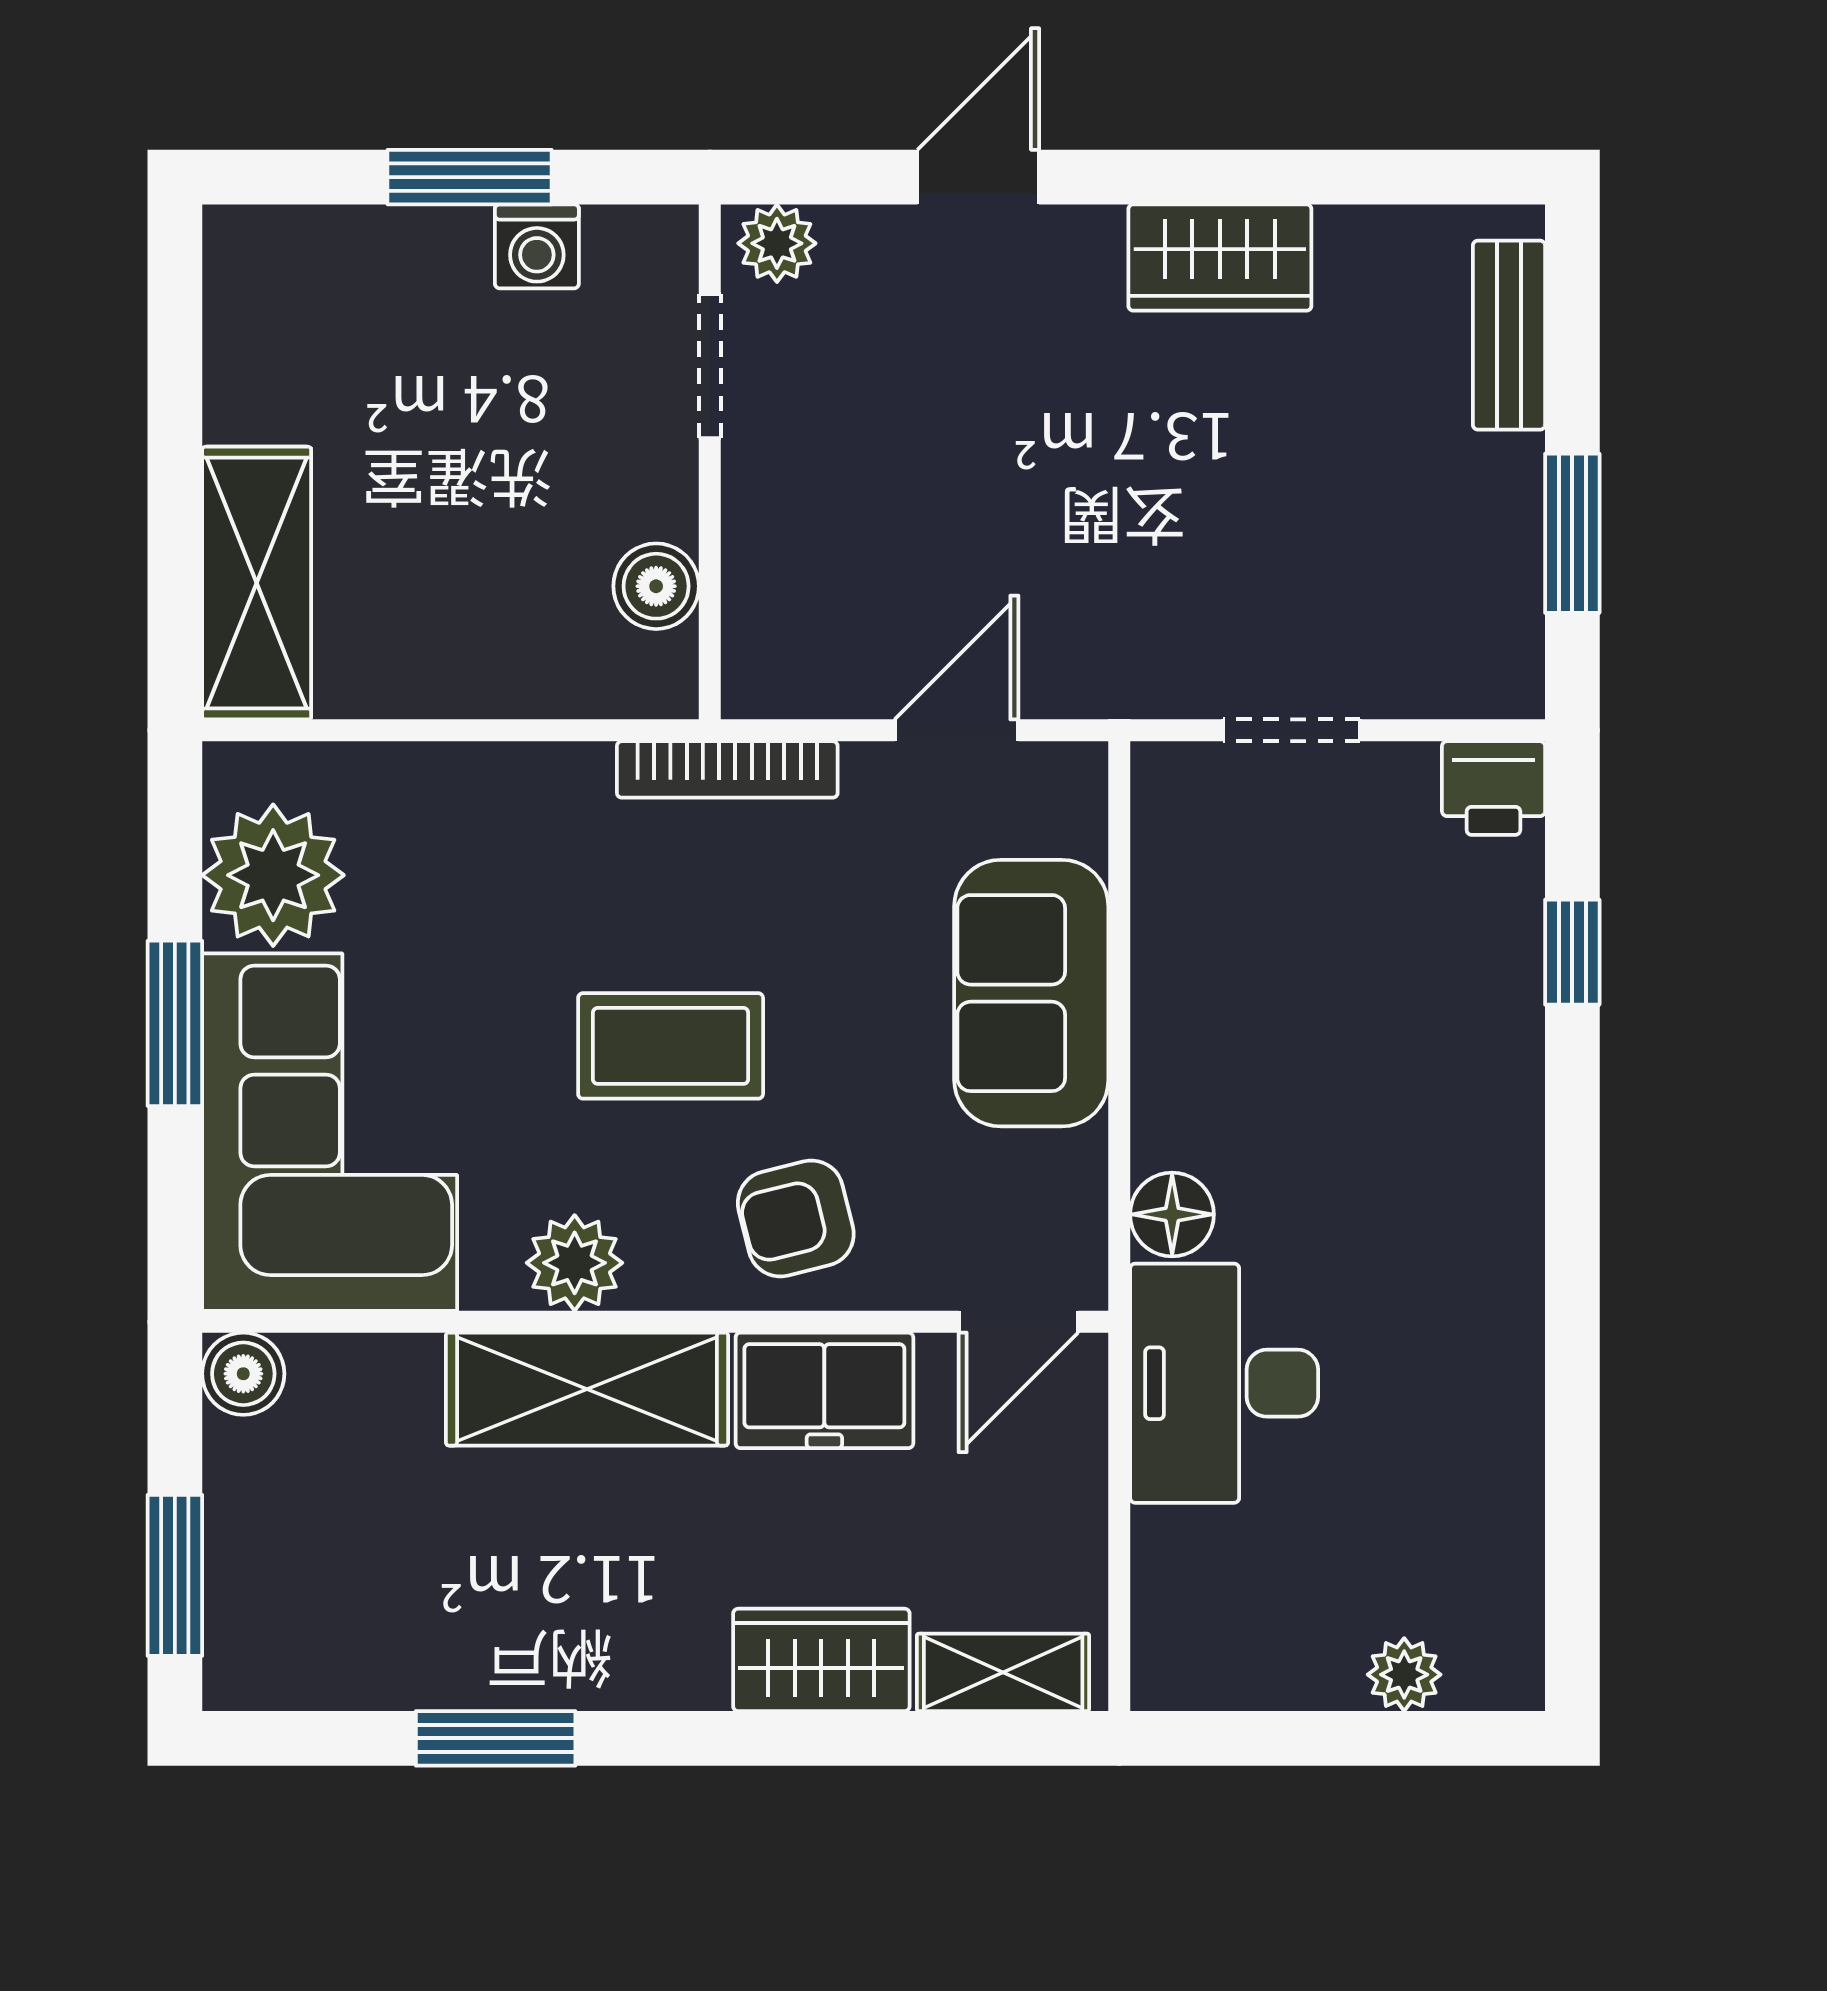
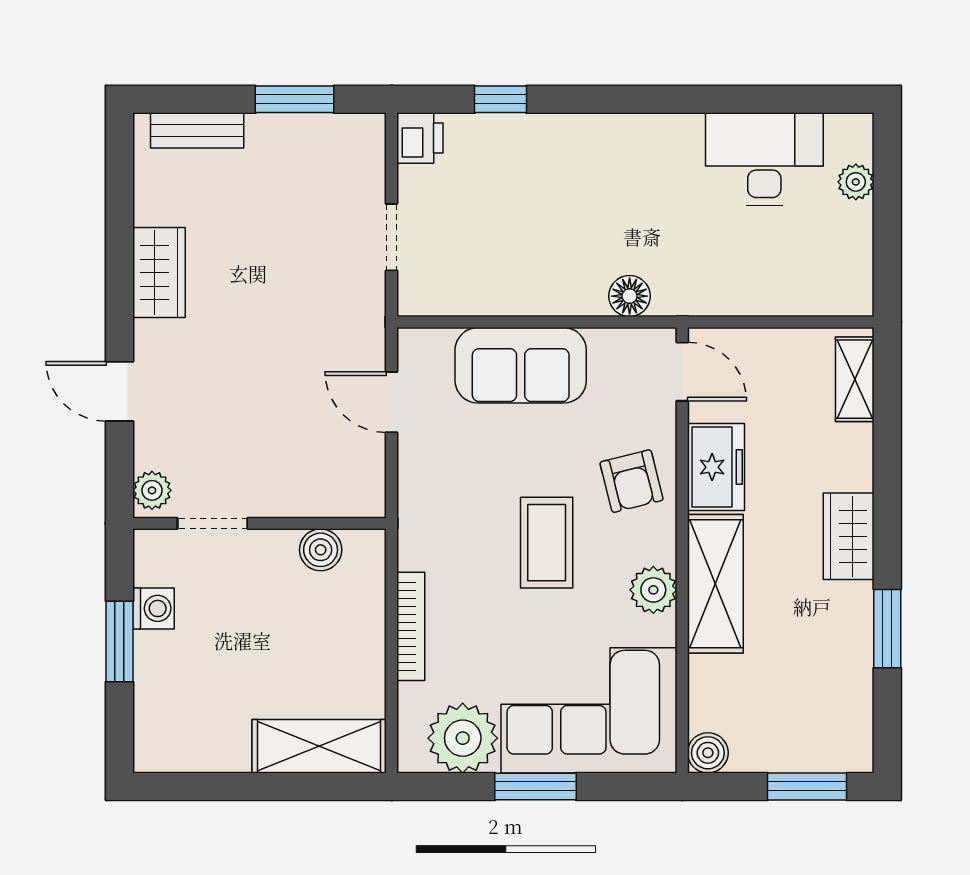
bookcase: (727, 769) -> (411, 626), moved
desk: (1224, 1383) -> (764, 159), moved, turned 180
wardrobe: (821, 1660) -> (849, 536), moved

